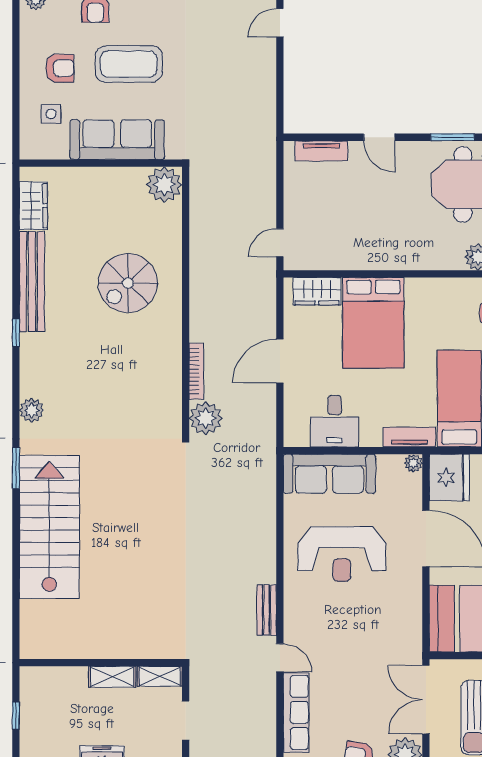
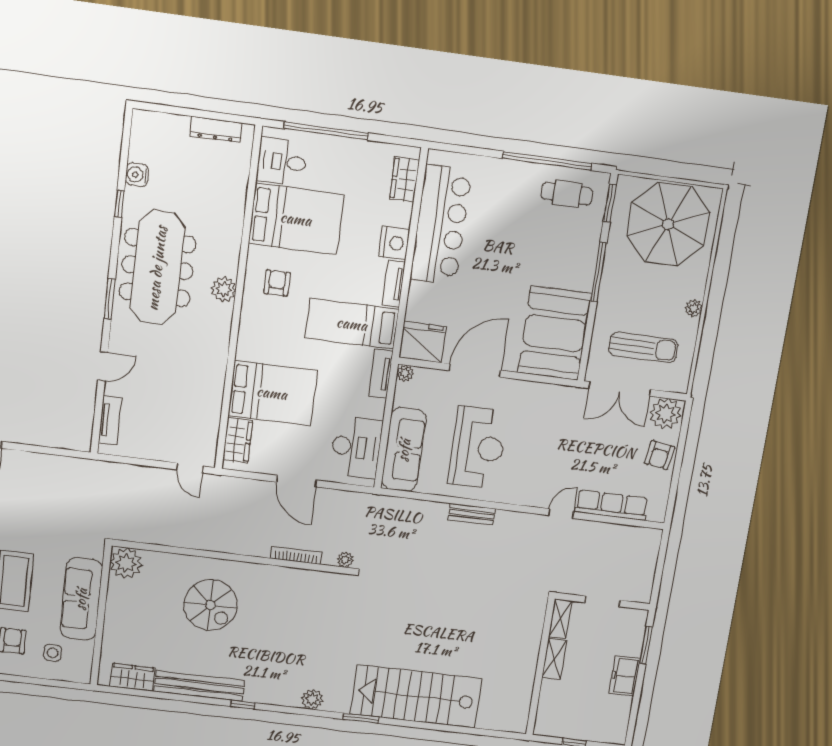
plant: (206, 418) -> (345, 560), width x0.53, depth x0.53
desk: (335, 421) -> (356, 447), width x1.37
bench: (267, 610) -> (472, 514), moved

